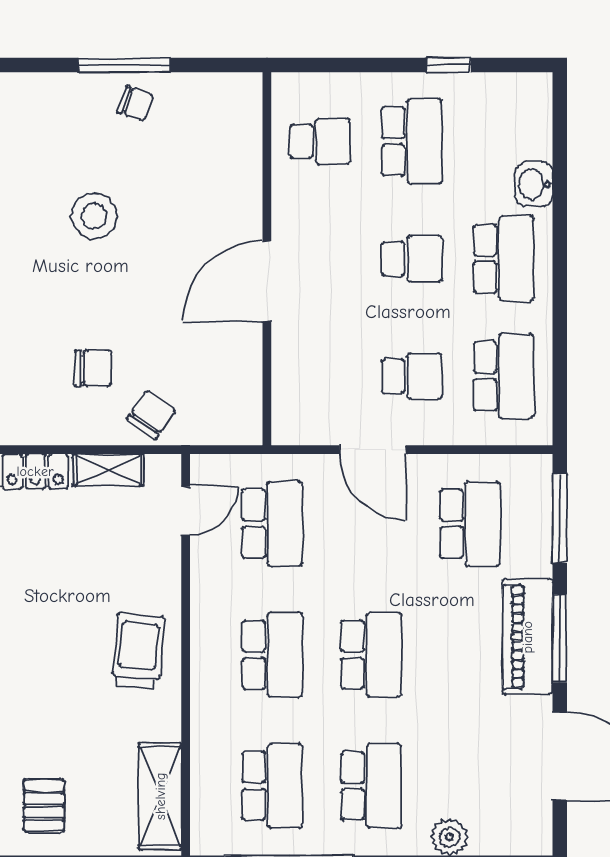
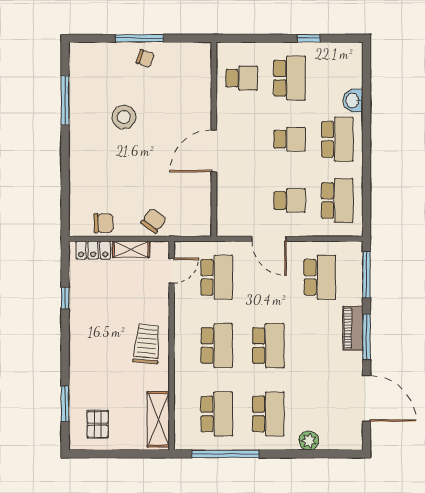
chair: (93, 368) -> (104, 223), moved
piano: (527, 637) -> (353, 328), width x0.73, depth x0.75

